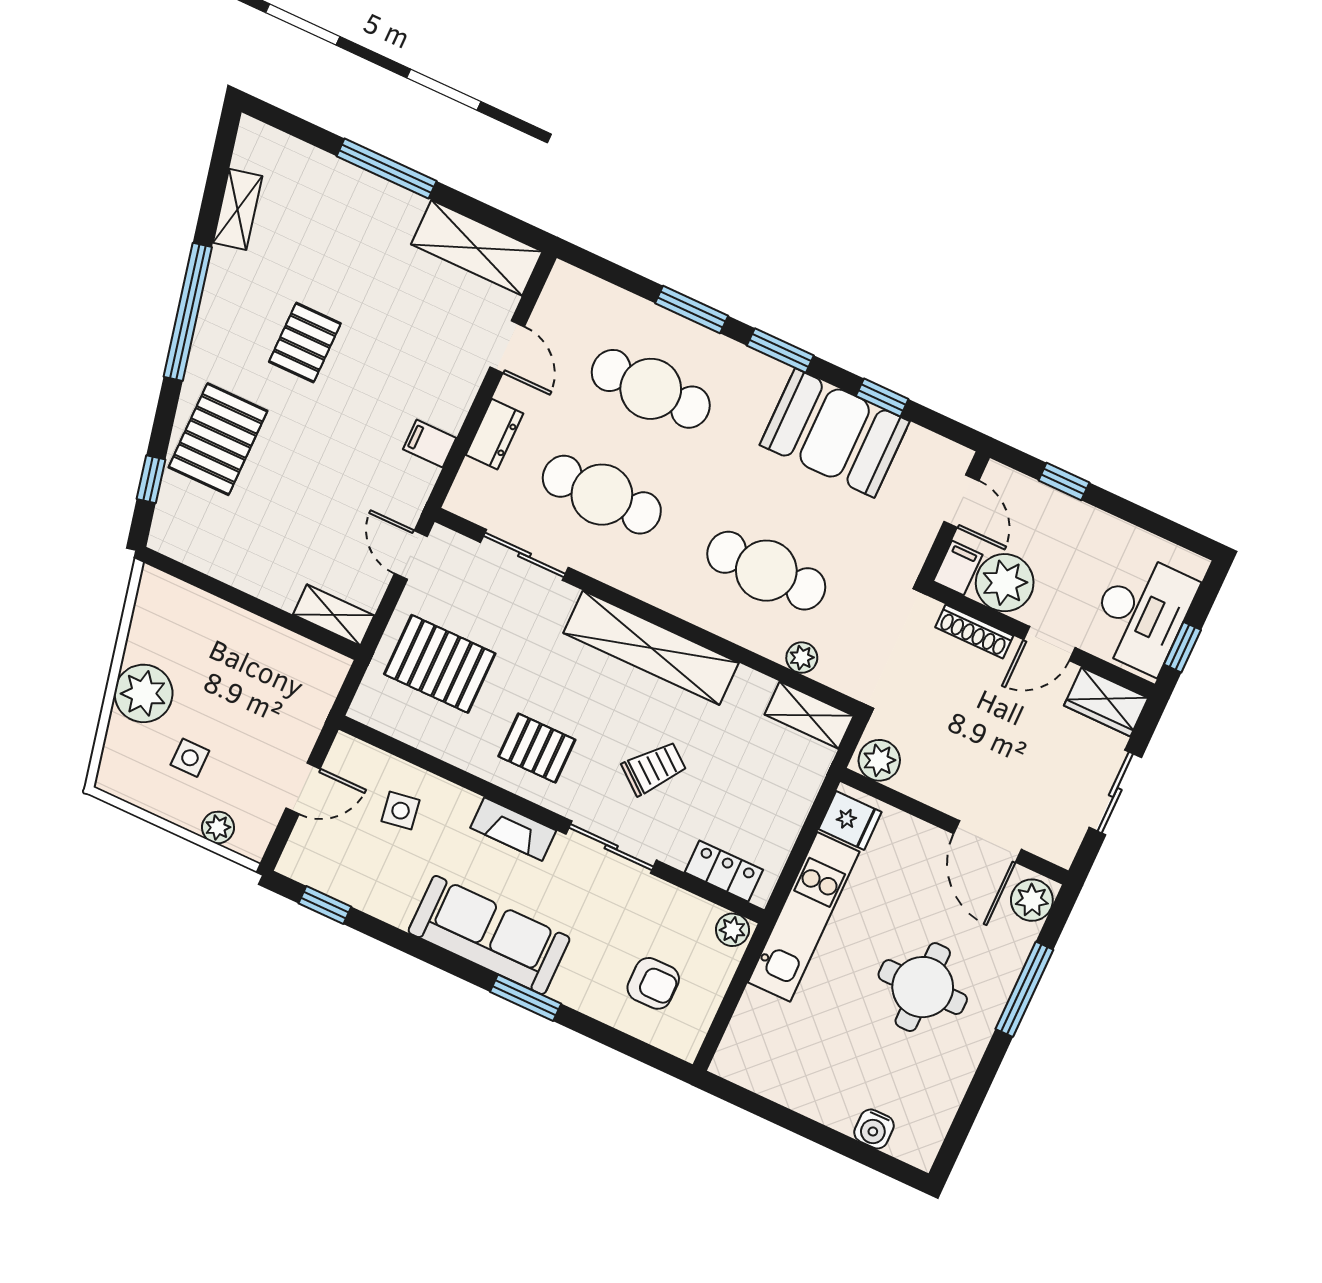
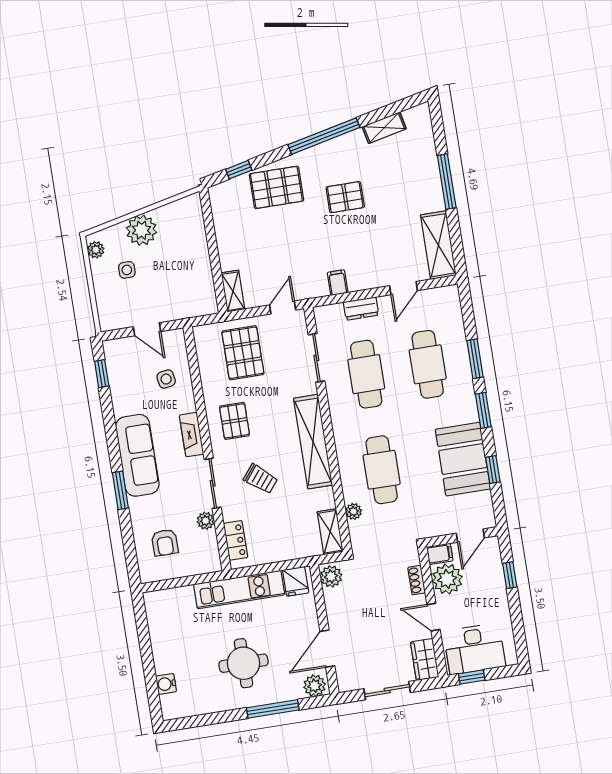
shoe rack: (974, 631) -> (417, 580), width x0.70
plant: (218, 827) -> (96, 250), moved
plant: (732, 930) -> (206, 521), moved

